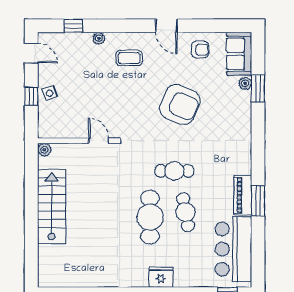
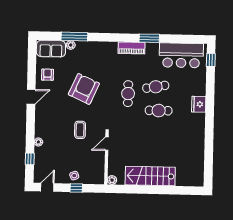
coffee table: (129, 58) -> (80, 130), moved
window: (258, 88) -> (74, 37), width x1.44
piano: (243, 195) -> (131, 48), moved
cafe table: (150, 217) -> (159, 111), width x0.73, depth x0.74

